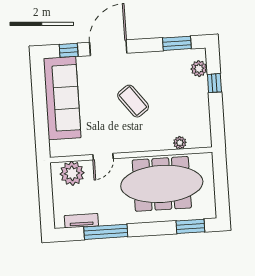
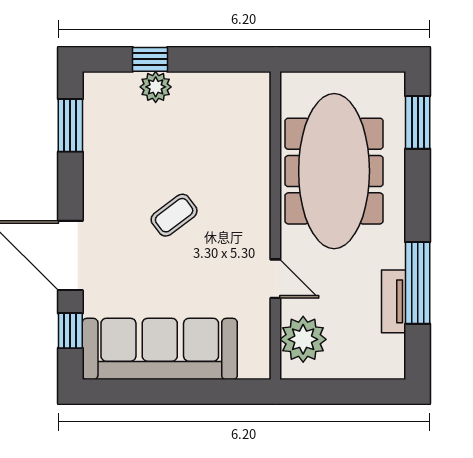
plant: (199, 69) -> (156, 87), moved
coffee table: (133, 101) -> (174, 215), width x0.73, depth x0.77
plant: (180, 143) -> (258, 132), removed
tv unit: (81, 221) -> (394, 301), moved

